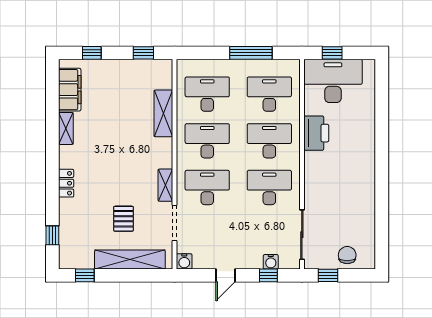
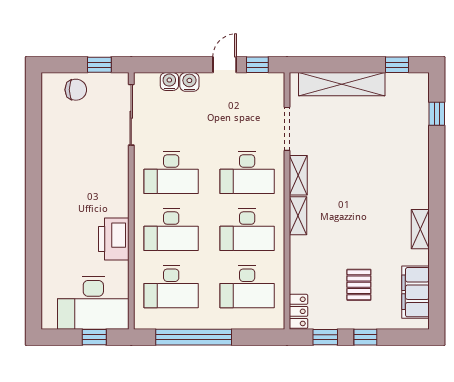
window: (92, 53) -> (365, 337), moved
window: (251, 53) -> (194, 337), width x1.46
shelving: (163, 113) -> (298, 216), moved, width x0.67, depth x0.75
shelving: (66, 128) -> (420, 229), moved
locker: (66, 183) -> (298, 311), moved, turned 180
pallet: (124, 219) -> (359, 285), moved
chair: (347, 255) -> (76, 90), turned -90
water cooler: (184, 261) -> (189, 82), moved
window: (268, 275) -> (257, 65), moved

